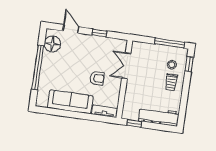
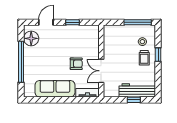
door: (71, 29) -> (46, 22), hinge flipped
window: (189, 64) -> (158, 55), moved
double door: (126, 66) -> (101, 71), moved
window: (134, 123) -> (134, 100), moved

